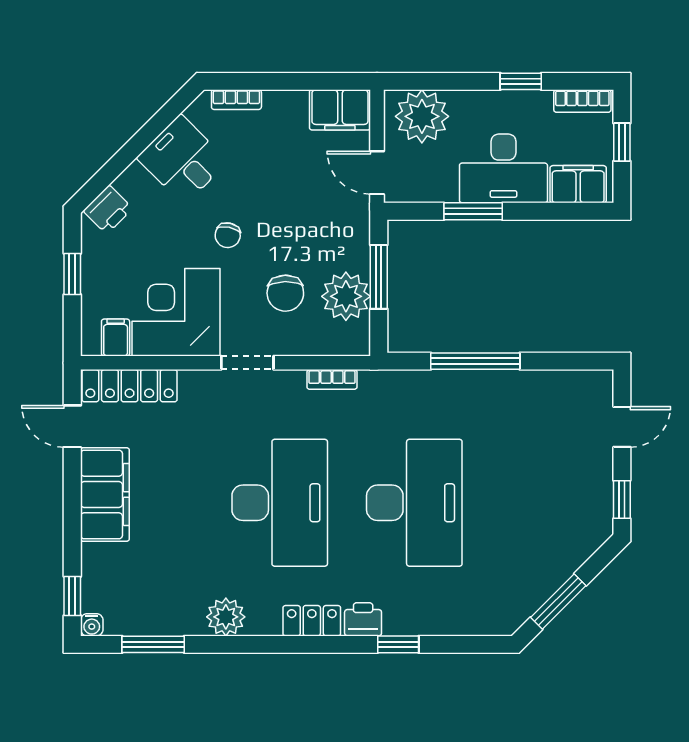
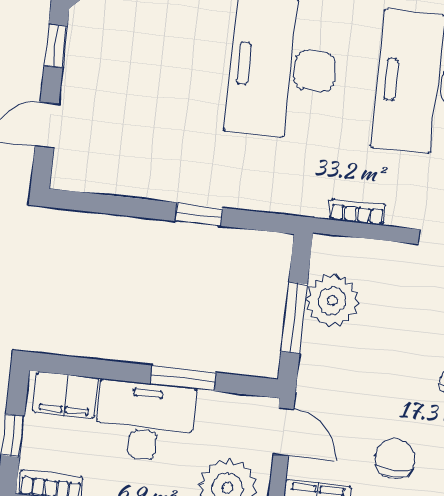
chair: (285, 293) -> (395, 458), moved
window: (475, 361) -> (199, 214), width x0.46

